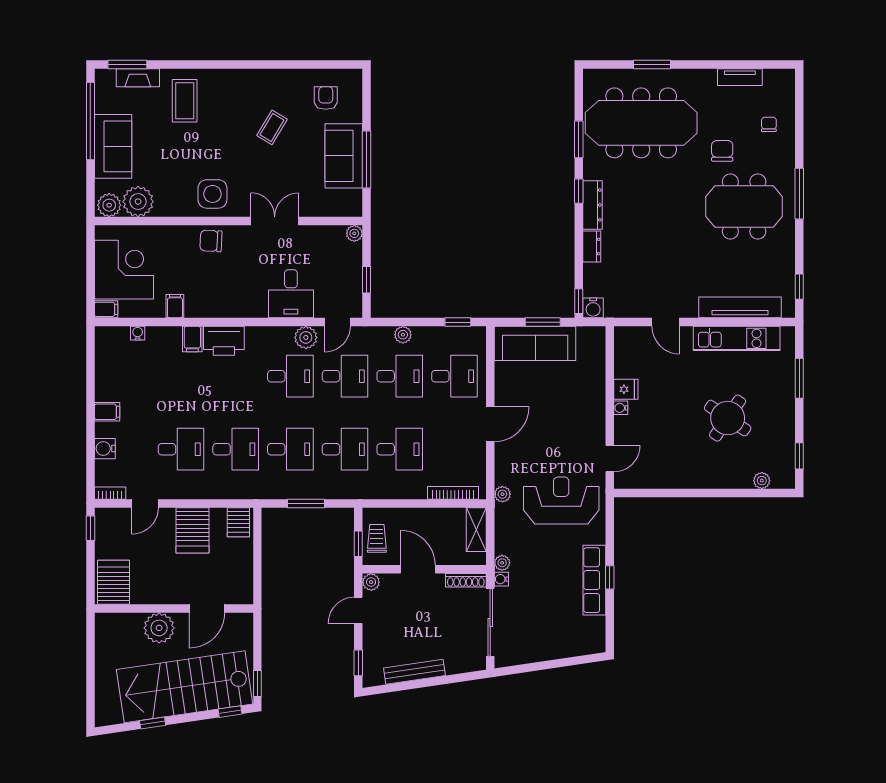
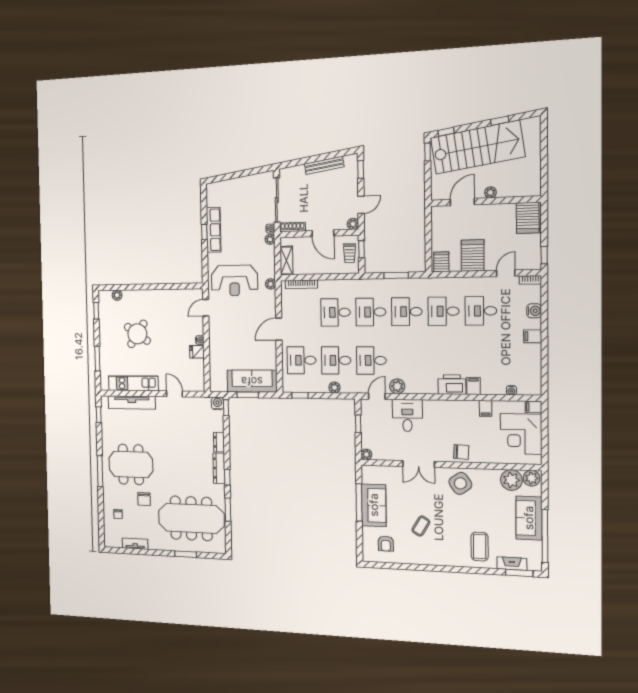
side table: (212, 194) -> (460, 483), turned -35
desk: (290, 376) -> (407, 361), removed
plant: (159, 628) -> (490, 192), width x0.53, depth x0.53

